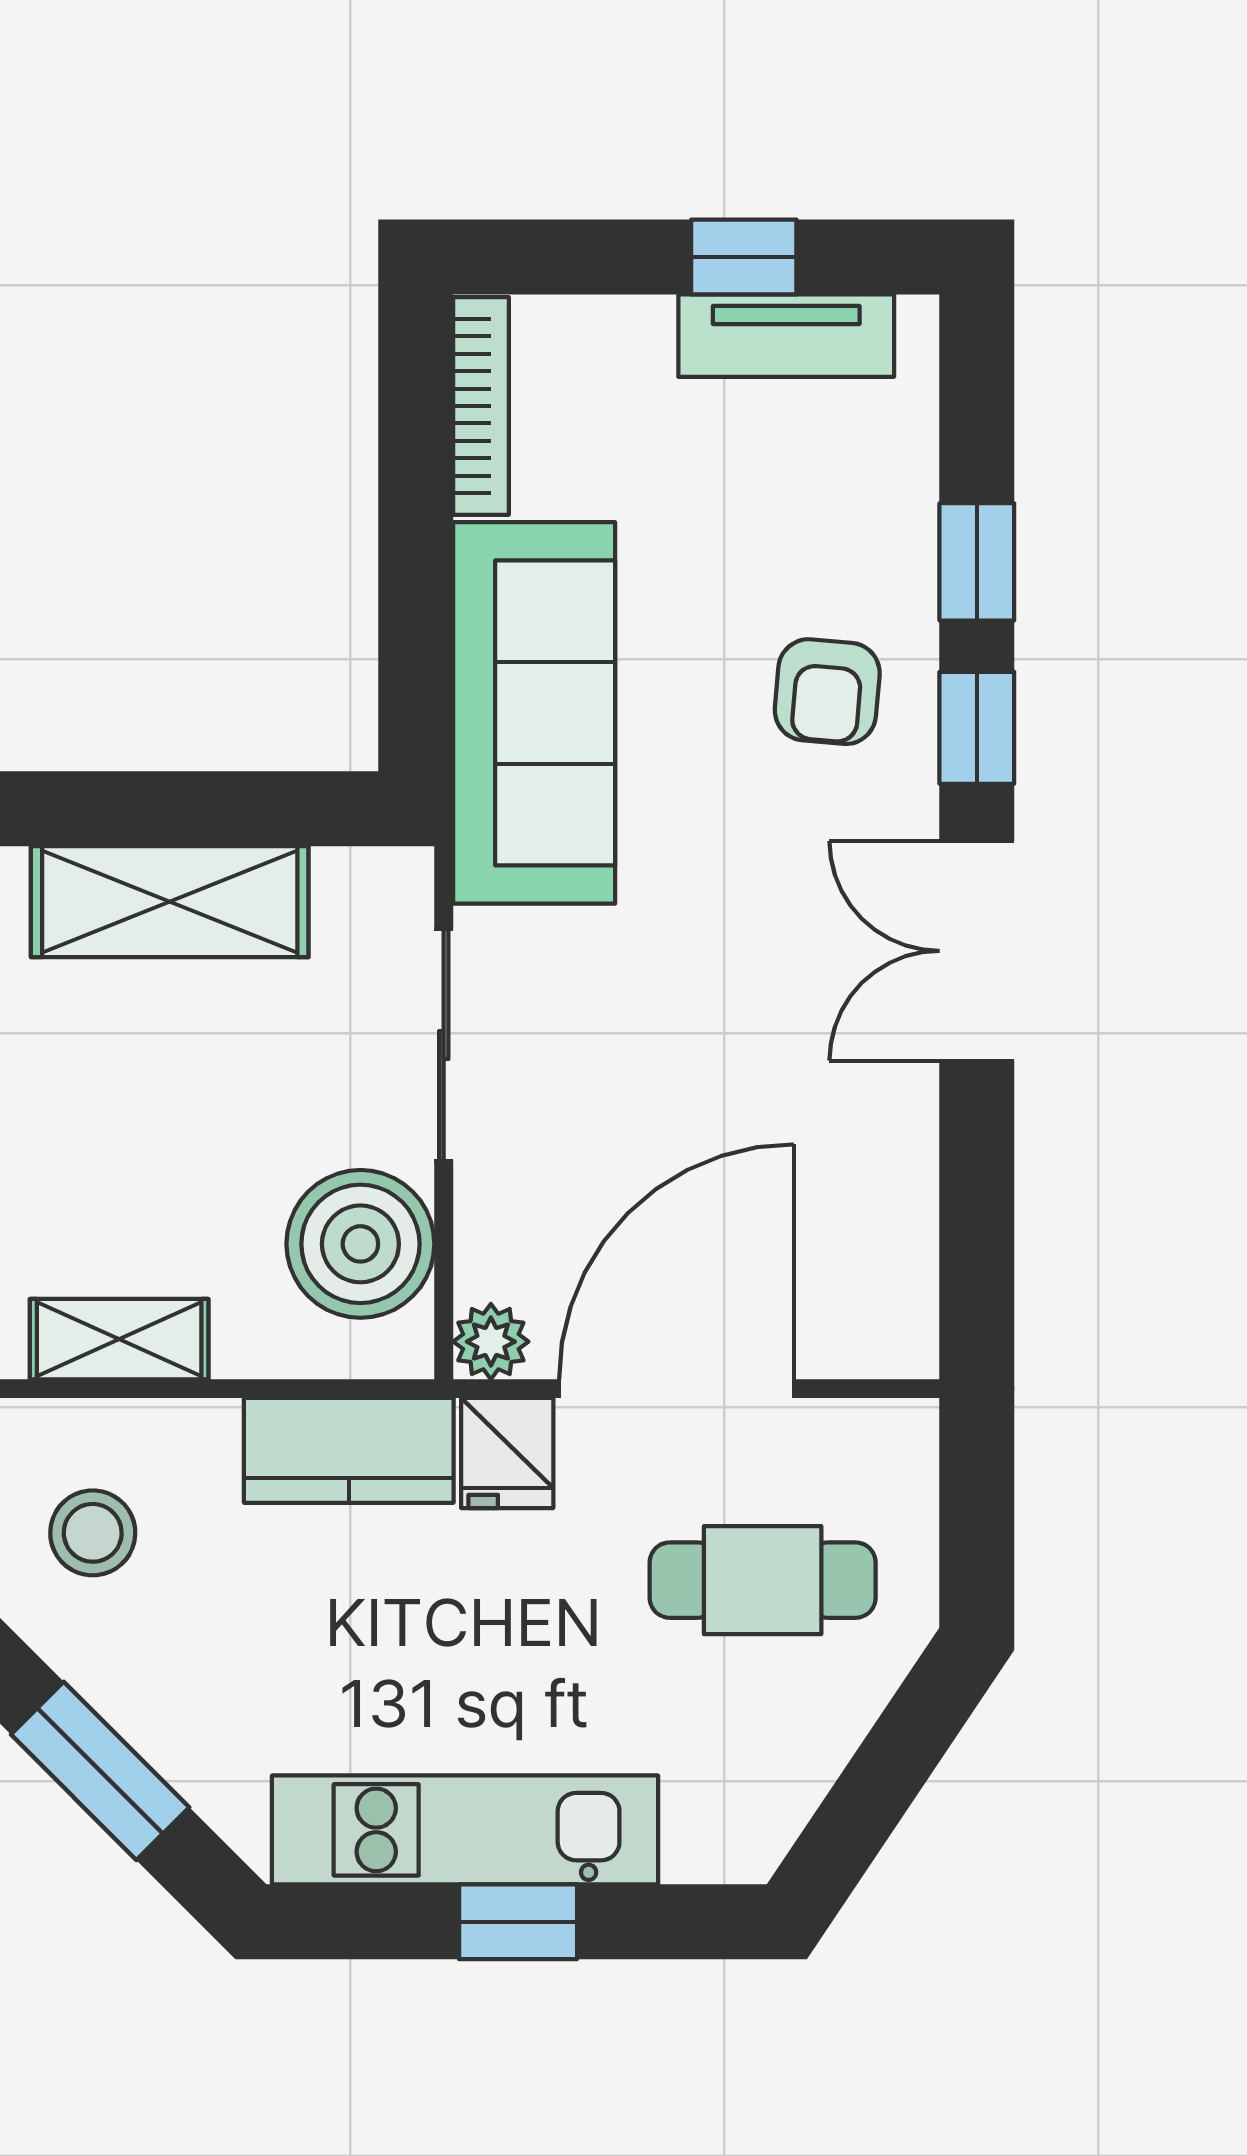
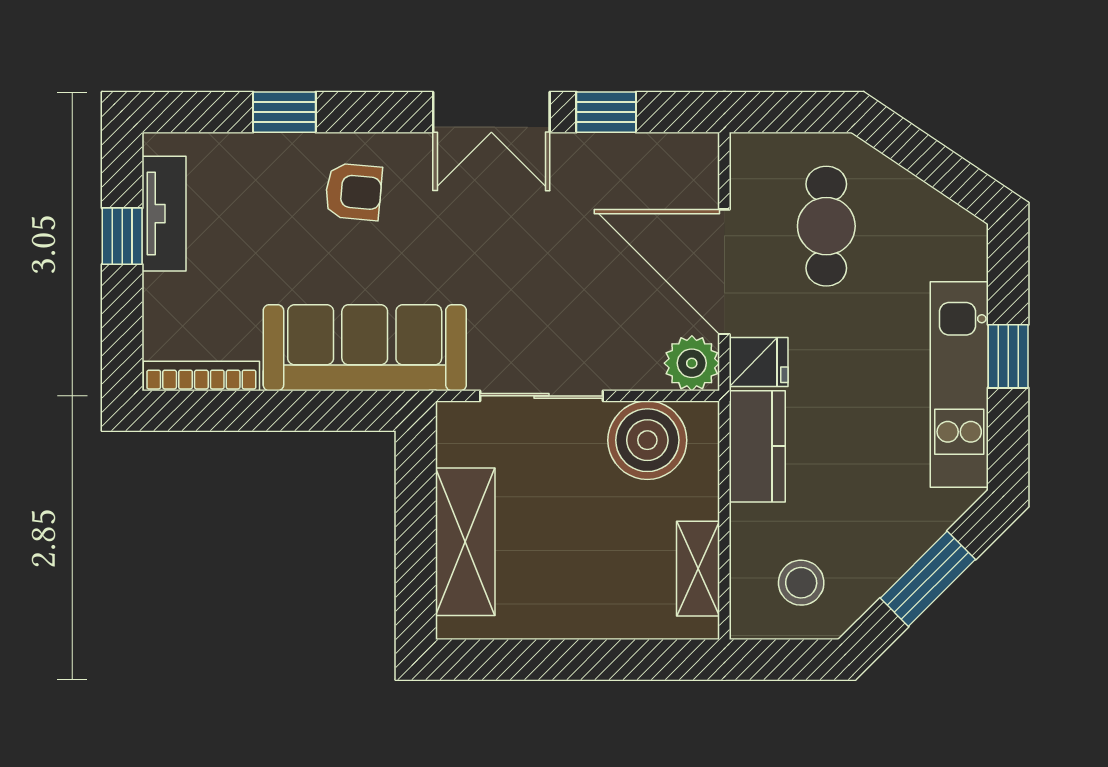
window: (977, 728) -> (606, 112), moved
plant: (491, 1342) -> (692, 363), width x1.38, depth x1.38

